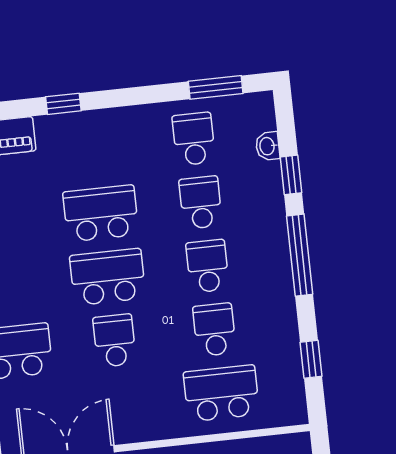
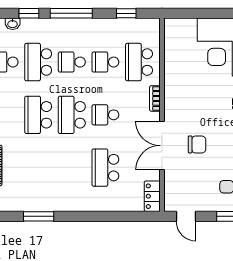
school desk: (201, 202) -> (38, 62), width x1.85
bookcase: (156, 431) -> (155, 98), added

